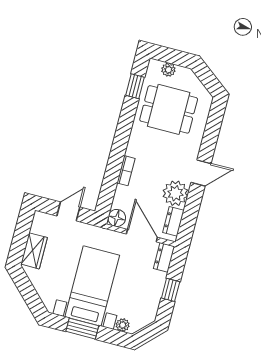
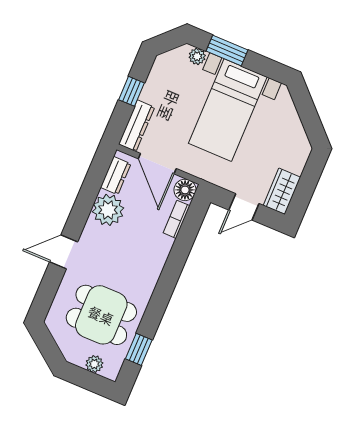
bookcase: (126, 171) -> (177, 219), moved
door: (201, 173) -> (64, 252), moved
wardrobe: (34, 251) -> (282, 191), moved
dresser: (164, 257) -> (137, 126), width x1.44
window: (82, 329) -> (227, 50), moved

